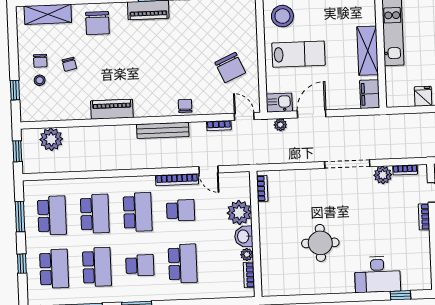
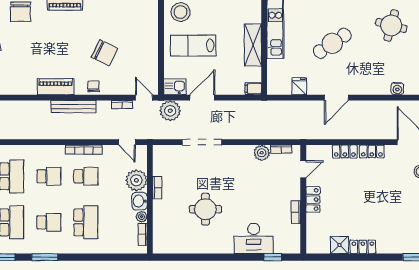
lab bench: (298, 54) -> (193, 45), turned 180
chair: (230, 68) -> (105, 53), moved, turned -40
filing cabinet: (370, 94) -> (253, 89), width x0.50
piano: (112, 109) -> (56, 87), moved
plant: (280, 125) -> (170, 111), width x1.87, depth x1.87
doorway: (347, 164) -> (202, 142), moved
door: (209, 170) -> (127, 142), moved
bookcase: (262, 188) -> (157, 188), moved
school desk: (138, 212) -> (49, 176), width x0.54
bookcase: (424, 217) -> (296, 212), moved

